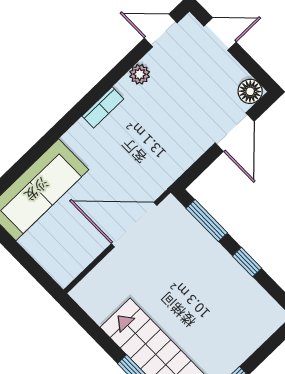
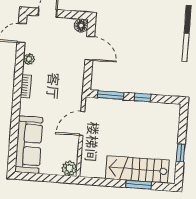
door: (134, 225) -> (82, 124), width x0.73
plant: (64, 270) -> (69, 168), added

